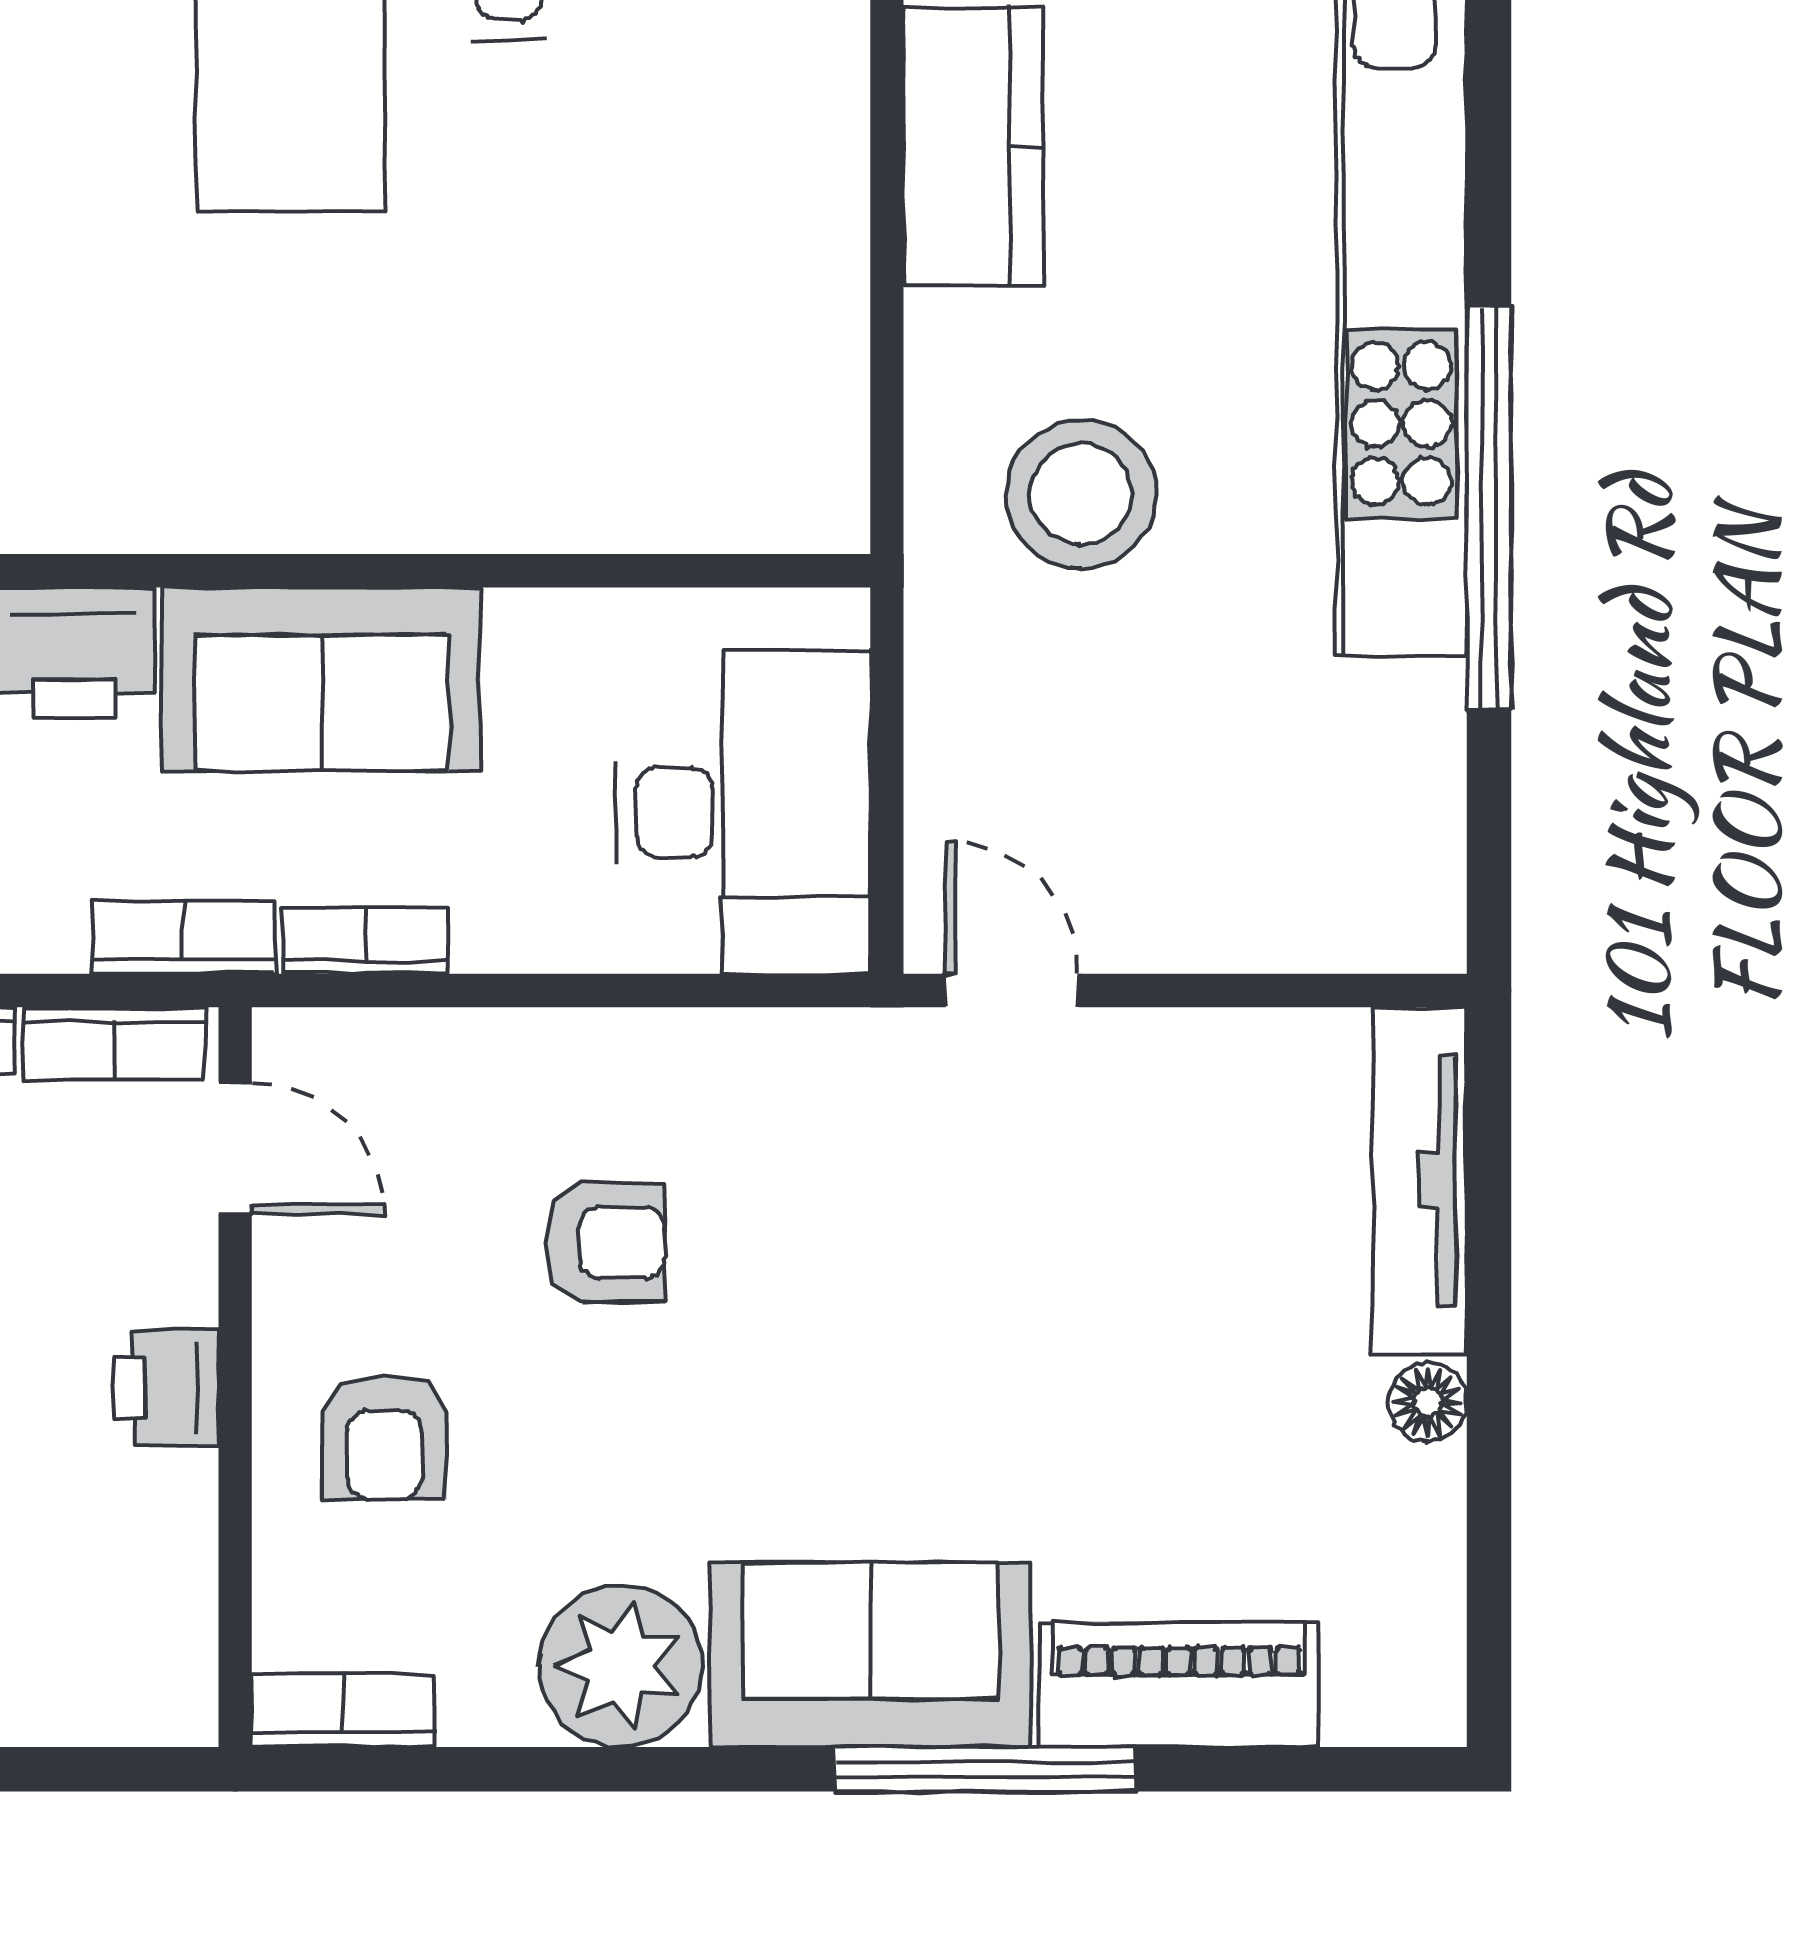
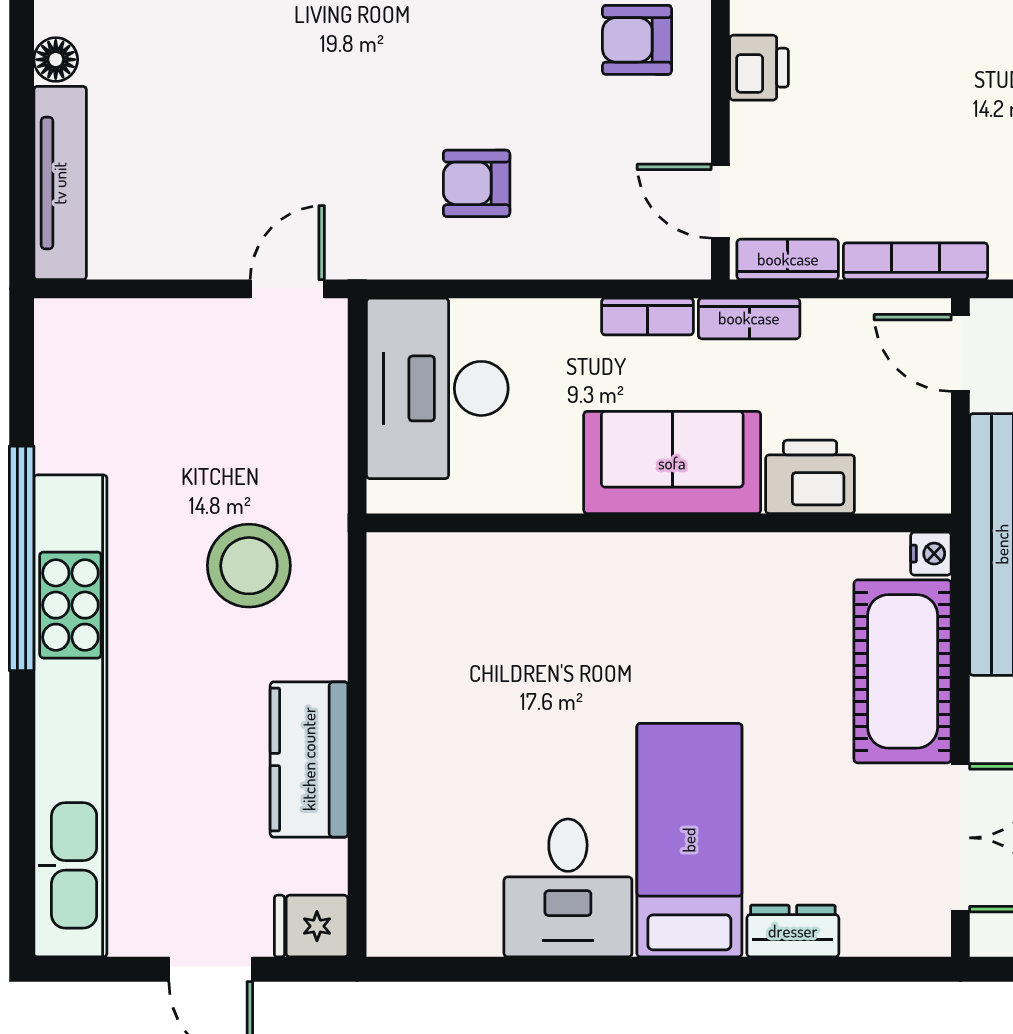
door: (1012, 991) -> (287, 289), swing flipped
armchair: (605, 1242) -> (477, 183), moved
armchair: (385, 1437) -> (637, 40), turned -90

